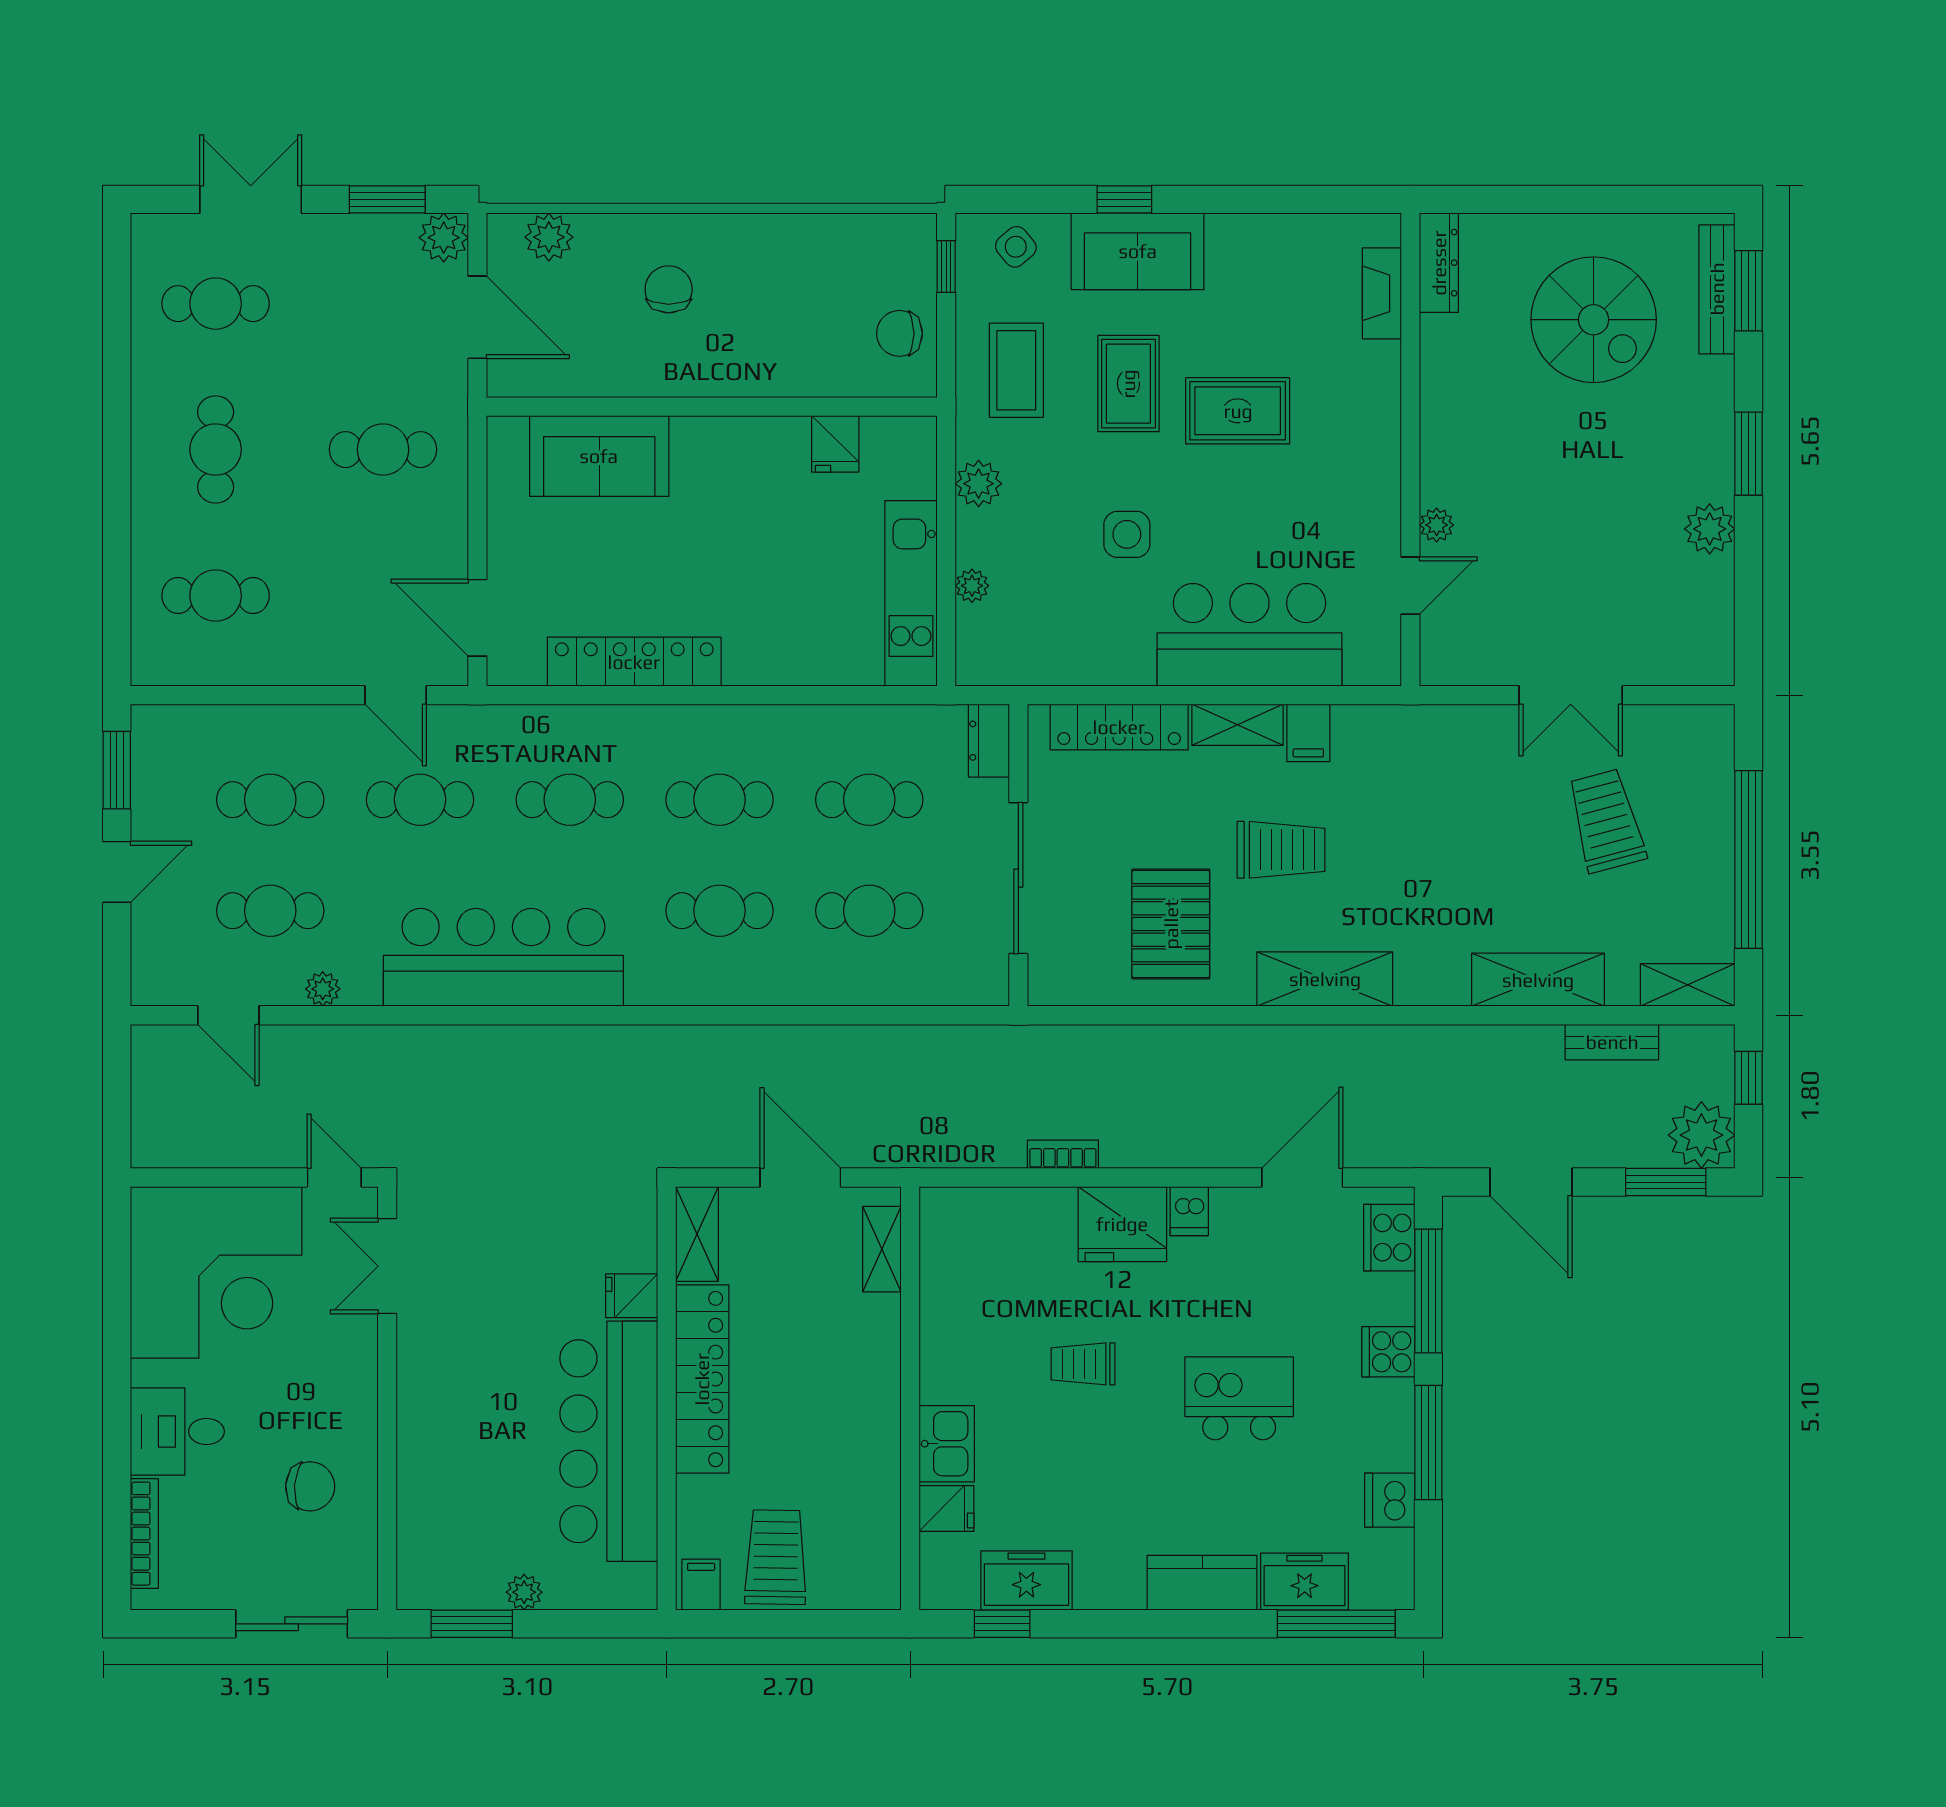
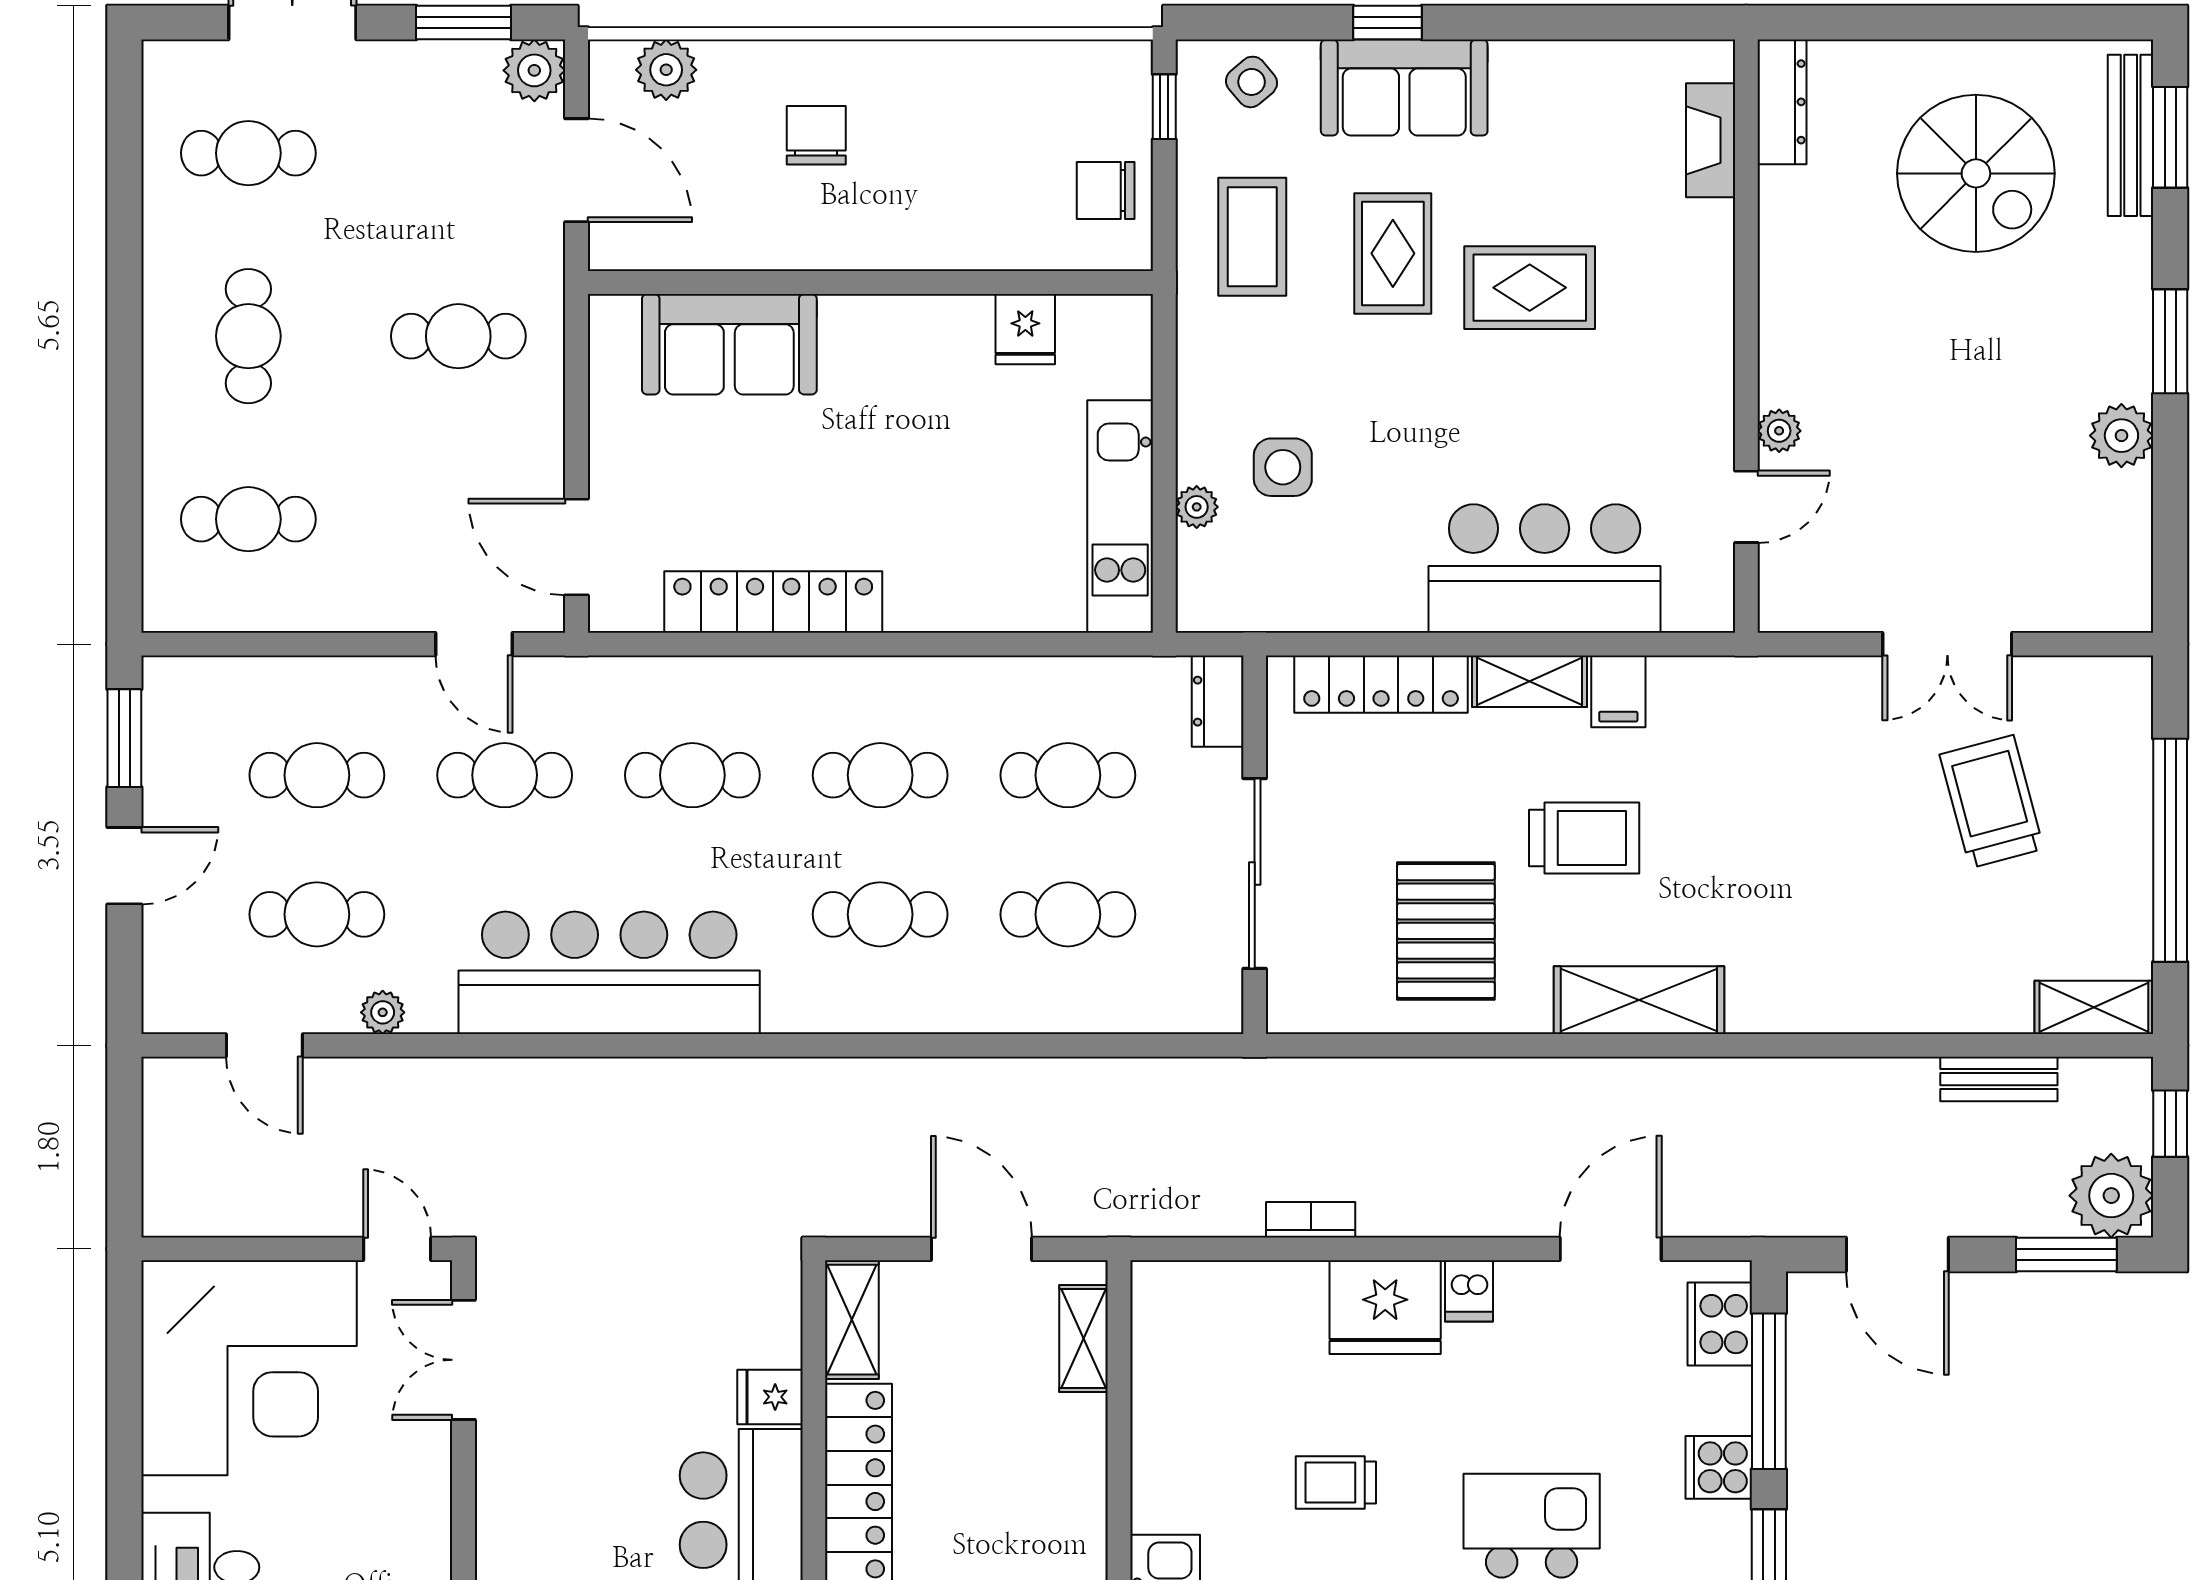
plant: (979, 484) -> (1205, 379), removed
side table: (1127, 534) -> (1283, 467), moved
shelving: (1538, 980) -> (1906, 1001), removed

